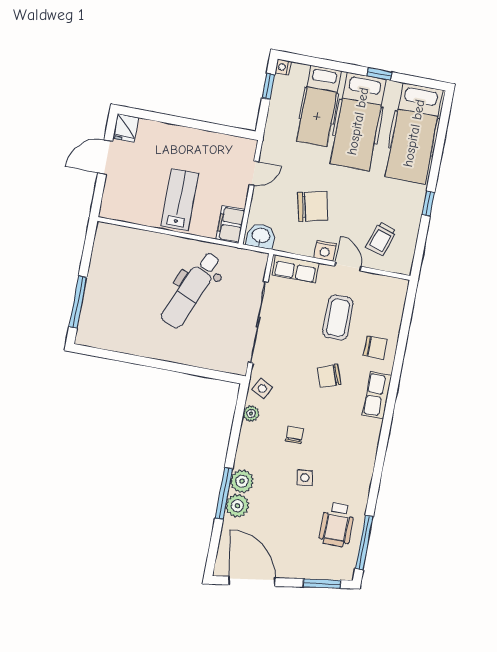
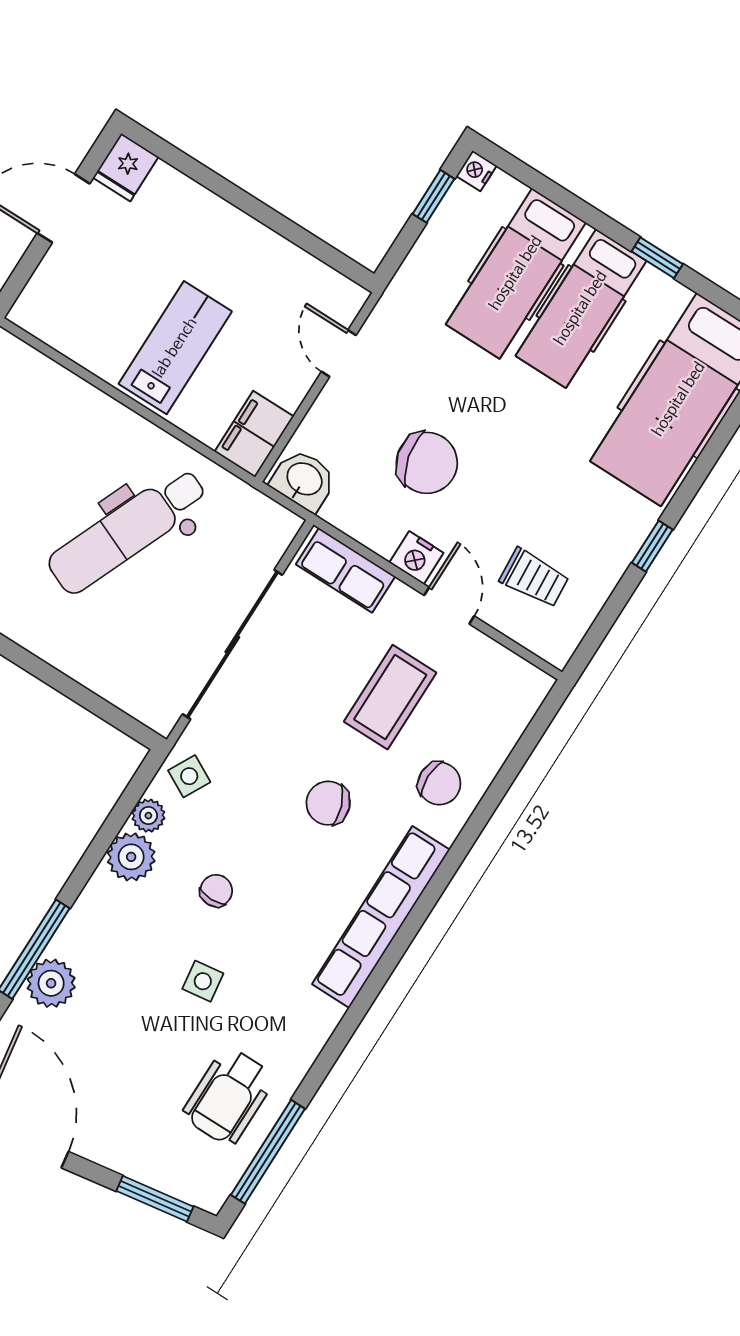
hospital bed: (358, 121) -> (581, 308), width x0.73, depth x0.78
door: (254, 173) -> (339, 353), swing flipped
trolley: (381, 239) -> (534, 578), turned -112
row of seats: (377, 395) -> (381, 917), width x2.02
plant: (242, 481) -> (131, 857), moved

